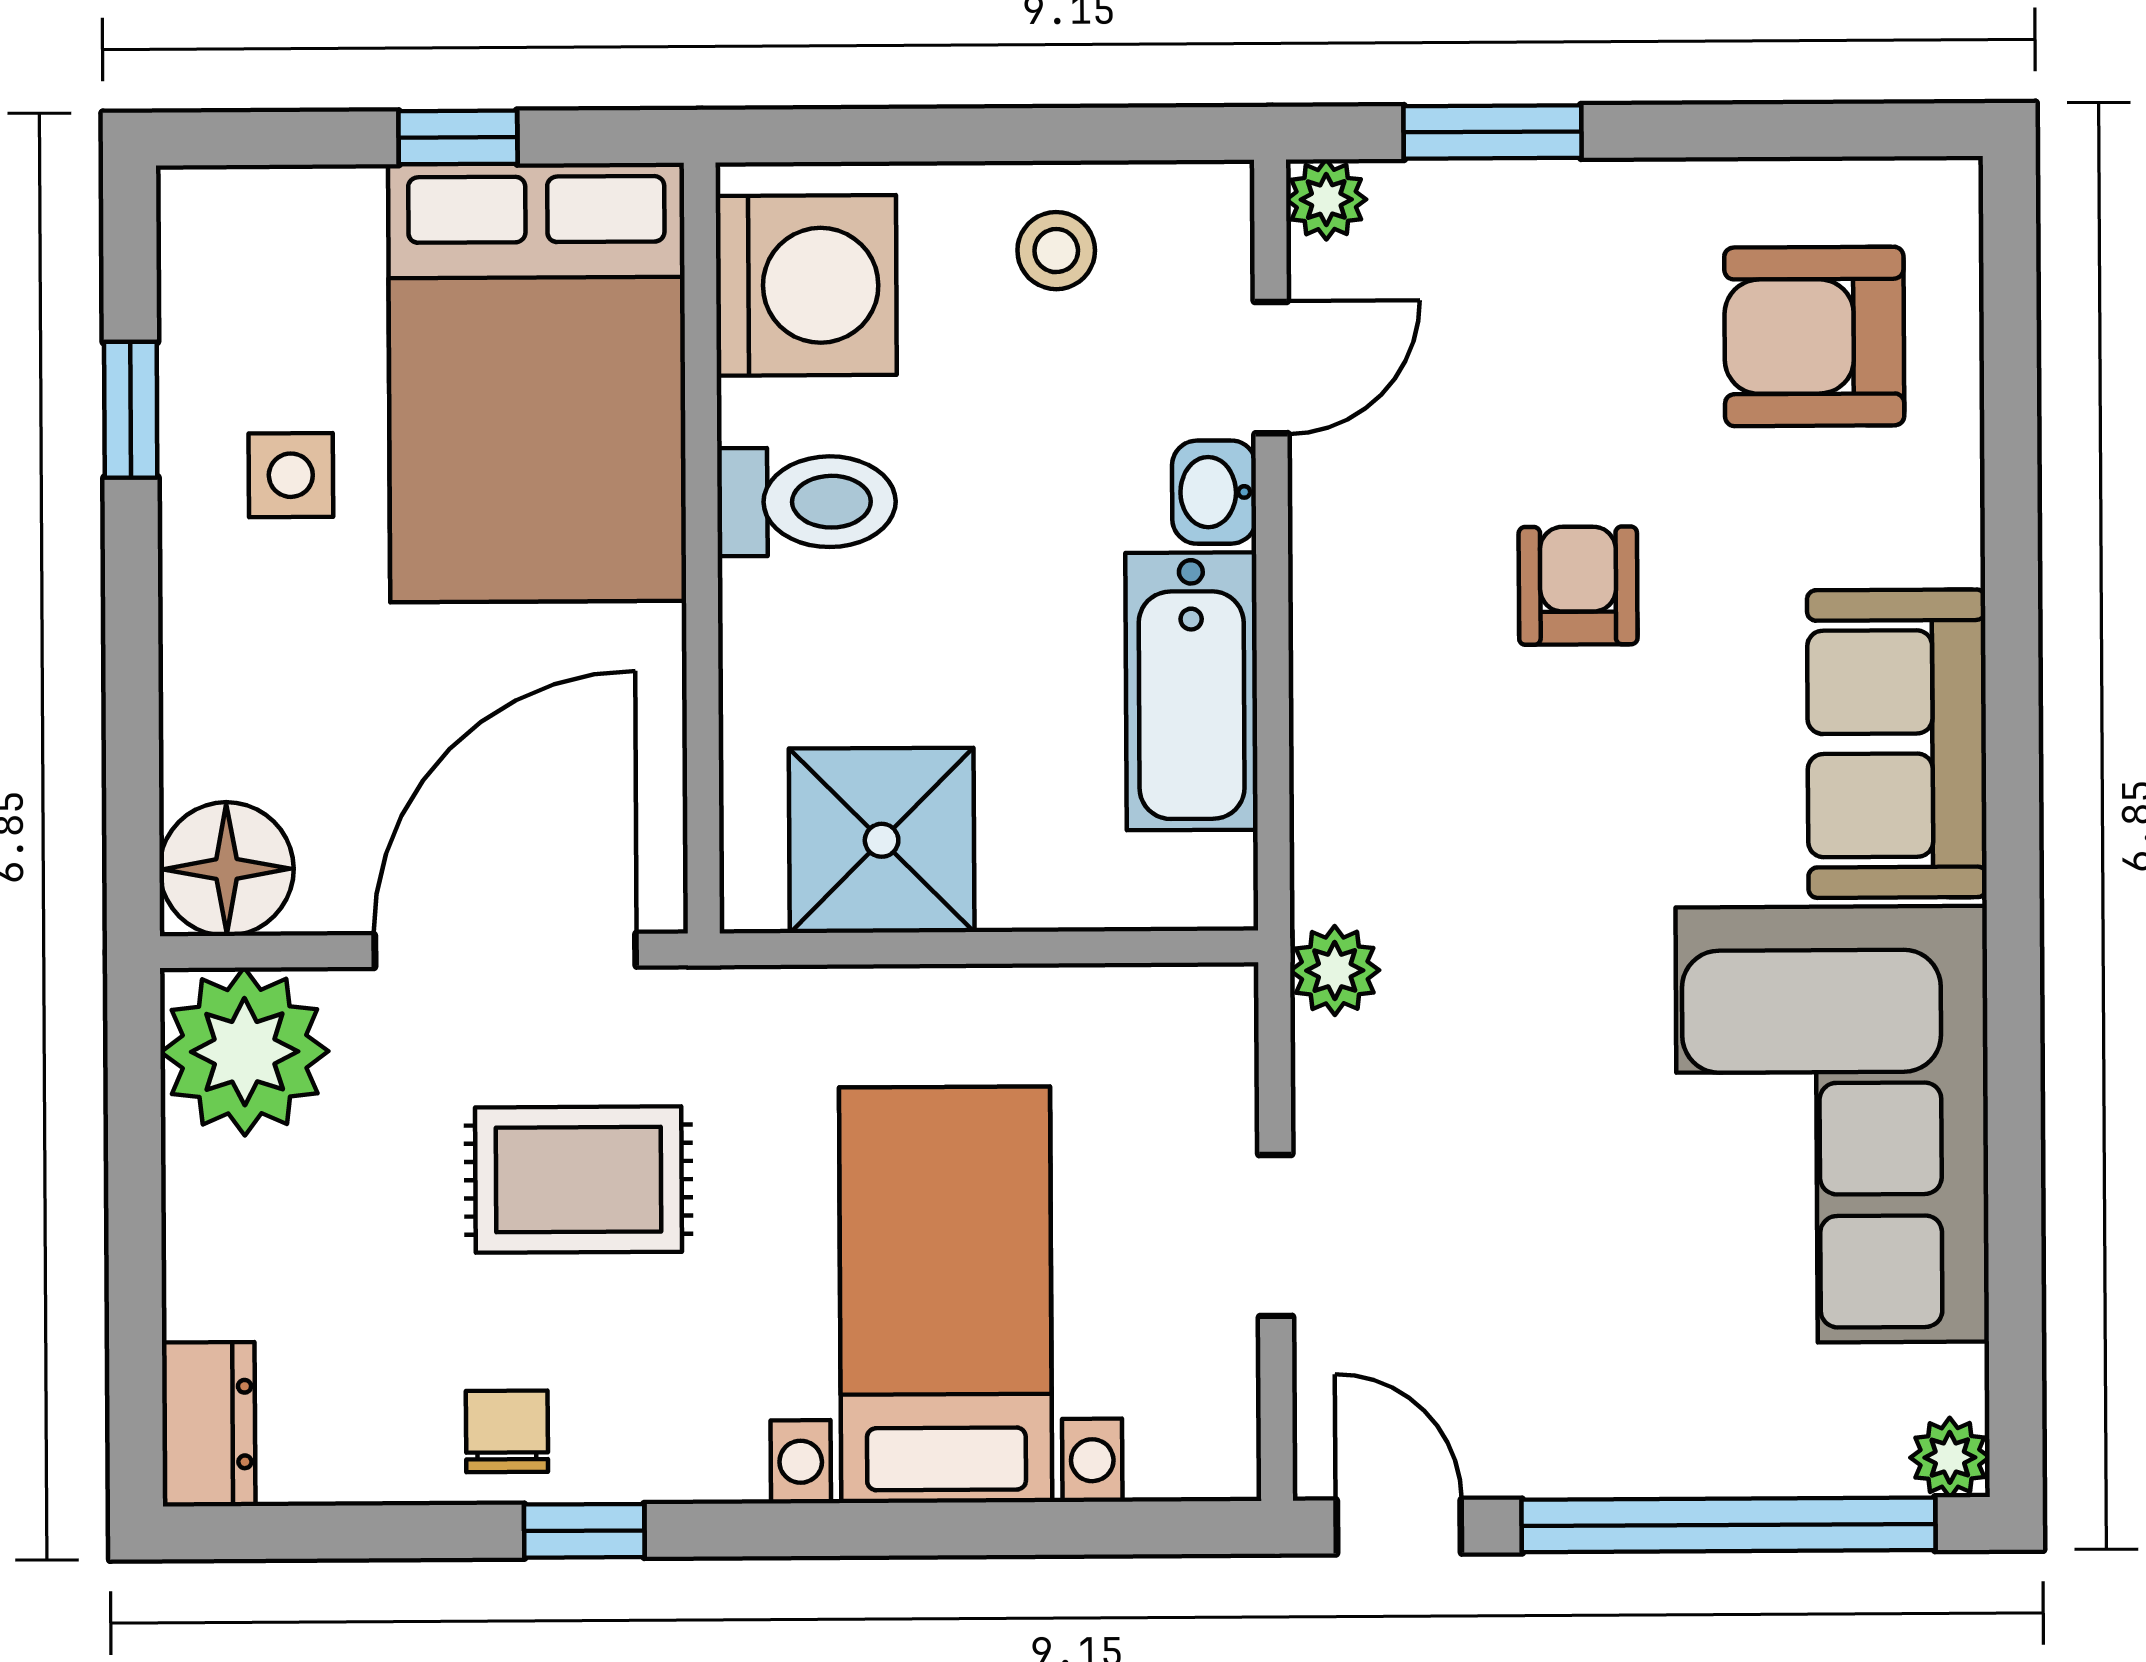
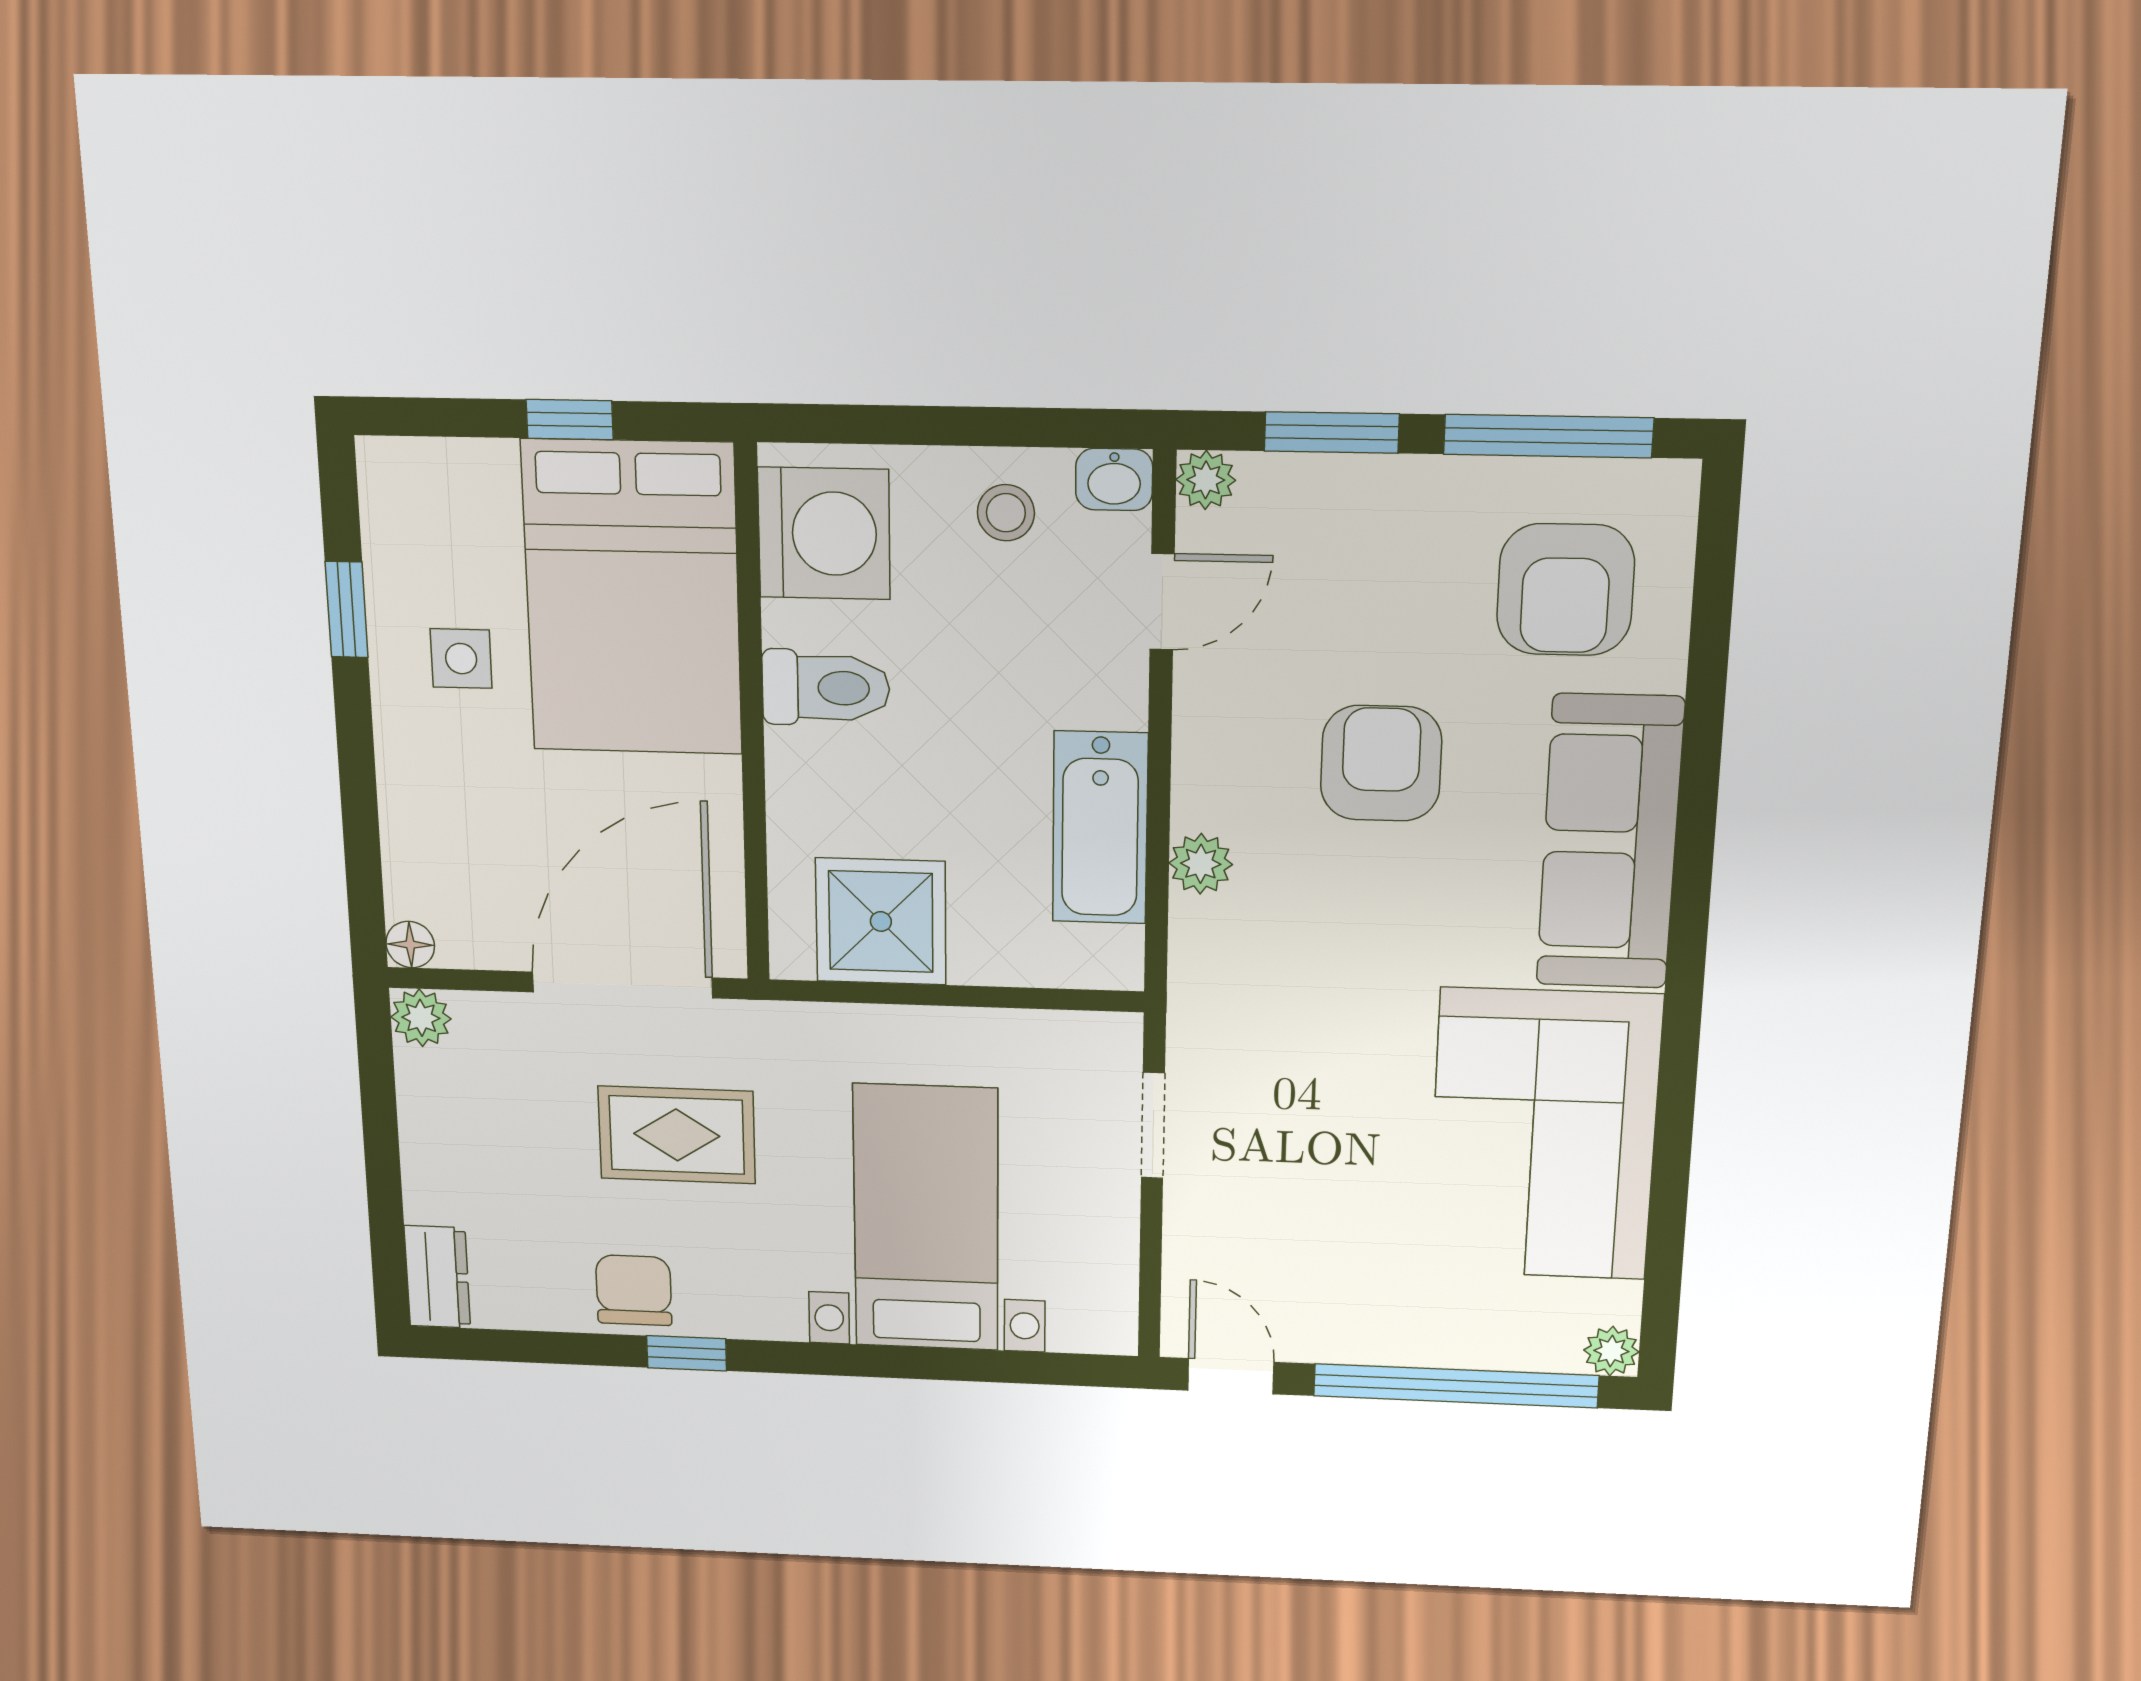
window: (1779, 131) -> (1548, 436), added
armchair: (1814, 336) -> (1566, 590), turned -90
washbasin: (1214, 492) -> (1114, 479), moved, turned -90
armchair: (1578, 586) -> (1381, 763), width x1.38, depth x1.38
sofa: (1897, 744) -> (1610, 842), width x1.36
floor lamp: (227, 869) -> (410, 945), width x0.53, depth x0.53
plant: (1335, 970) -> (1201, 864), moved
plant: (245, 1052) -> (421, 1018), width x0.53, depth x0.53
doorway: (1276, 1236) -> (1153, 1125), moved
chair: (507, 1431) -> (634, 1290), width x1.37, depth x1.37

